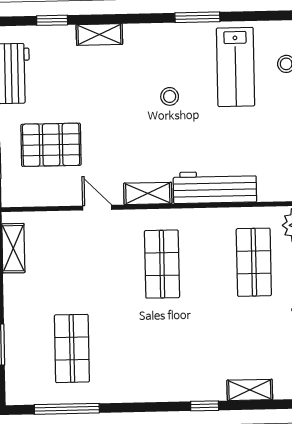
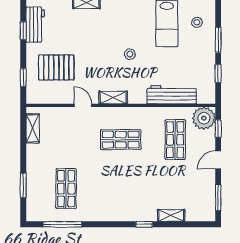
stool: (170, 96) -> (130, 54), moved
workbench: (215, 187) -> (172, 95), moved
shop shelf: (162, 264) -> (121, 140), turned 90

